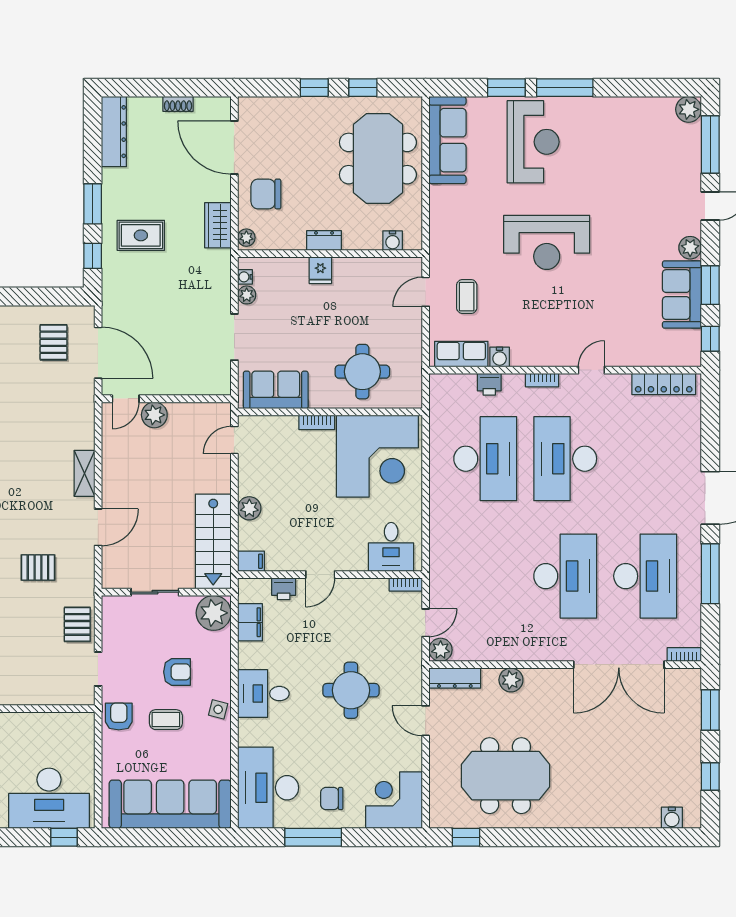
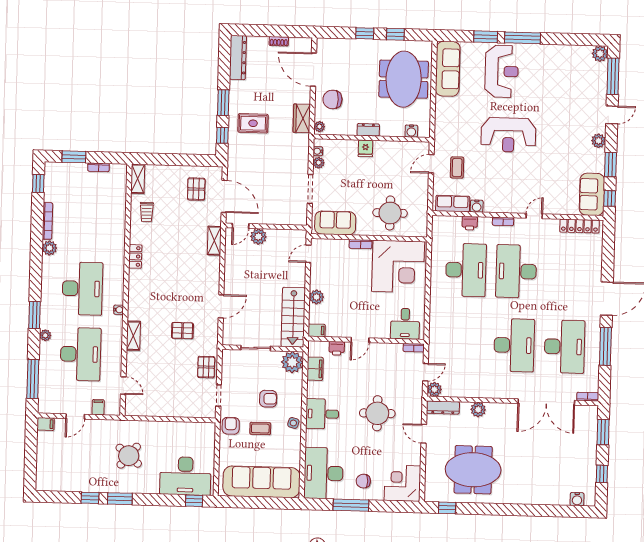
sofa: (682, 295) -> (592, 194), moved
shelving: (84, 473) -> (214, 241), moved

